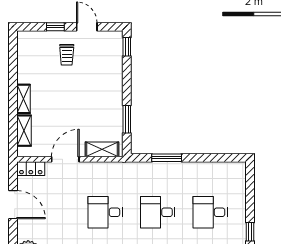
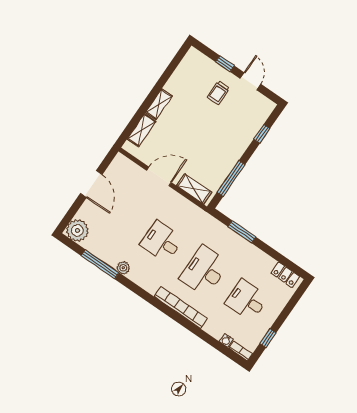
window: (127, 47) -> (262, 134), moved
window: (127, 119) -> (231, 178), width x1.44
locker: (31, 169) -> (285, 275), moved
desk: (158, 212) -> (204, 271), width x1.37

